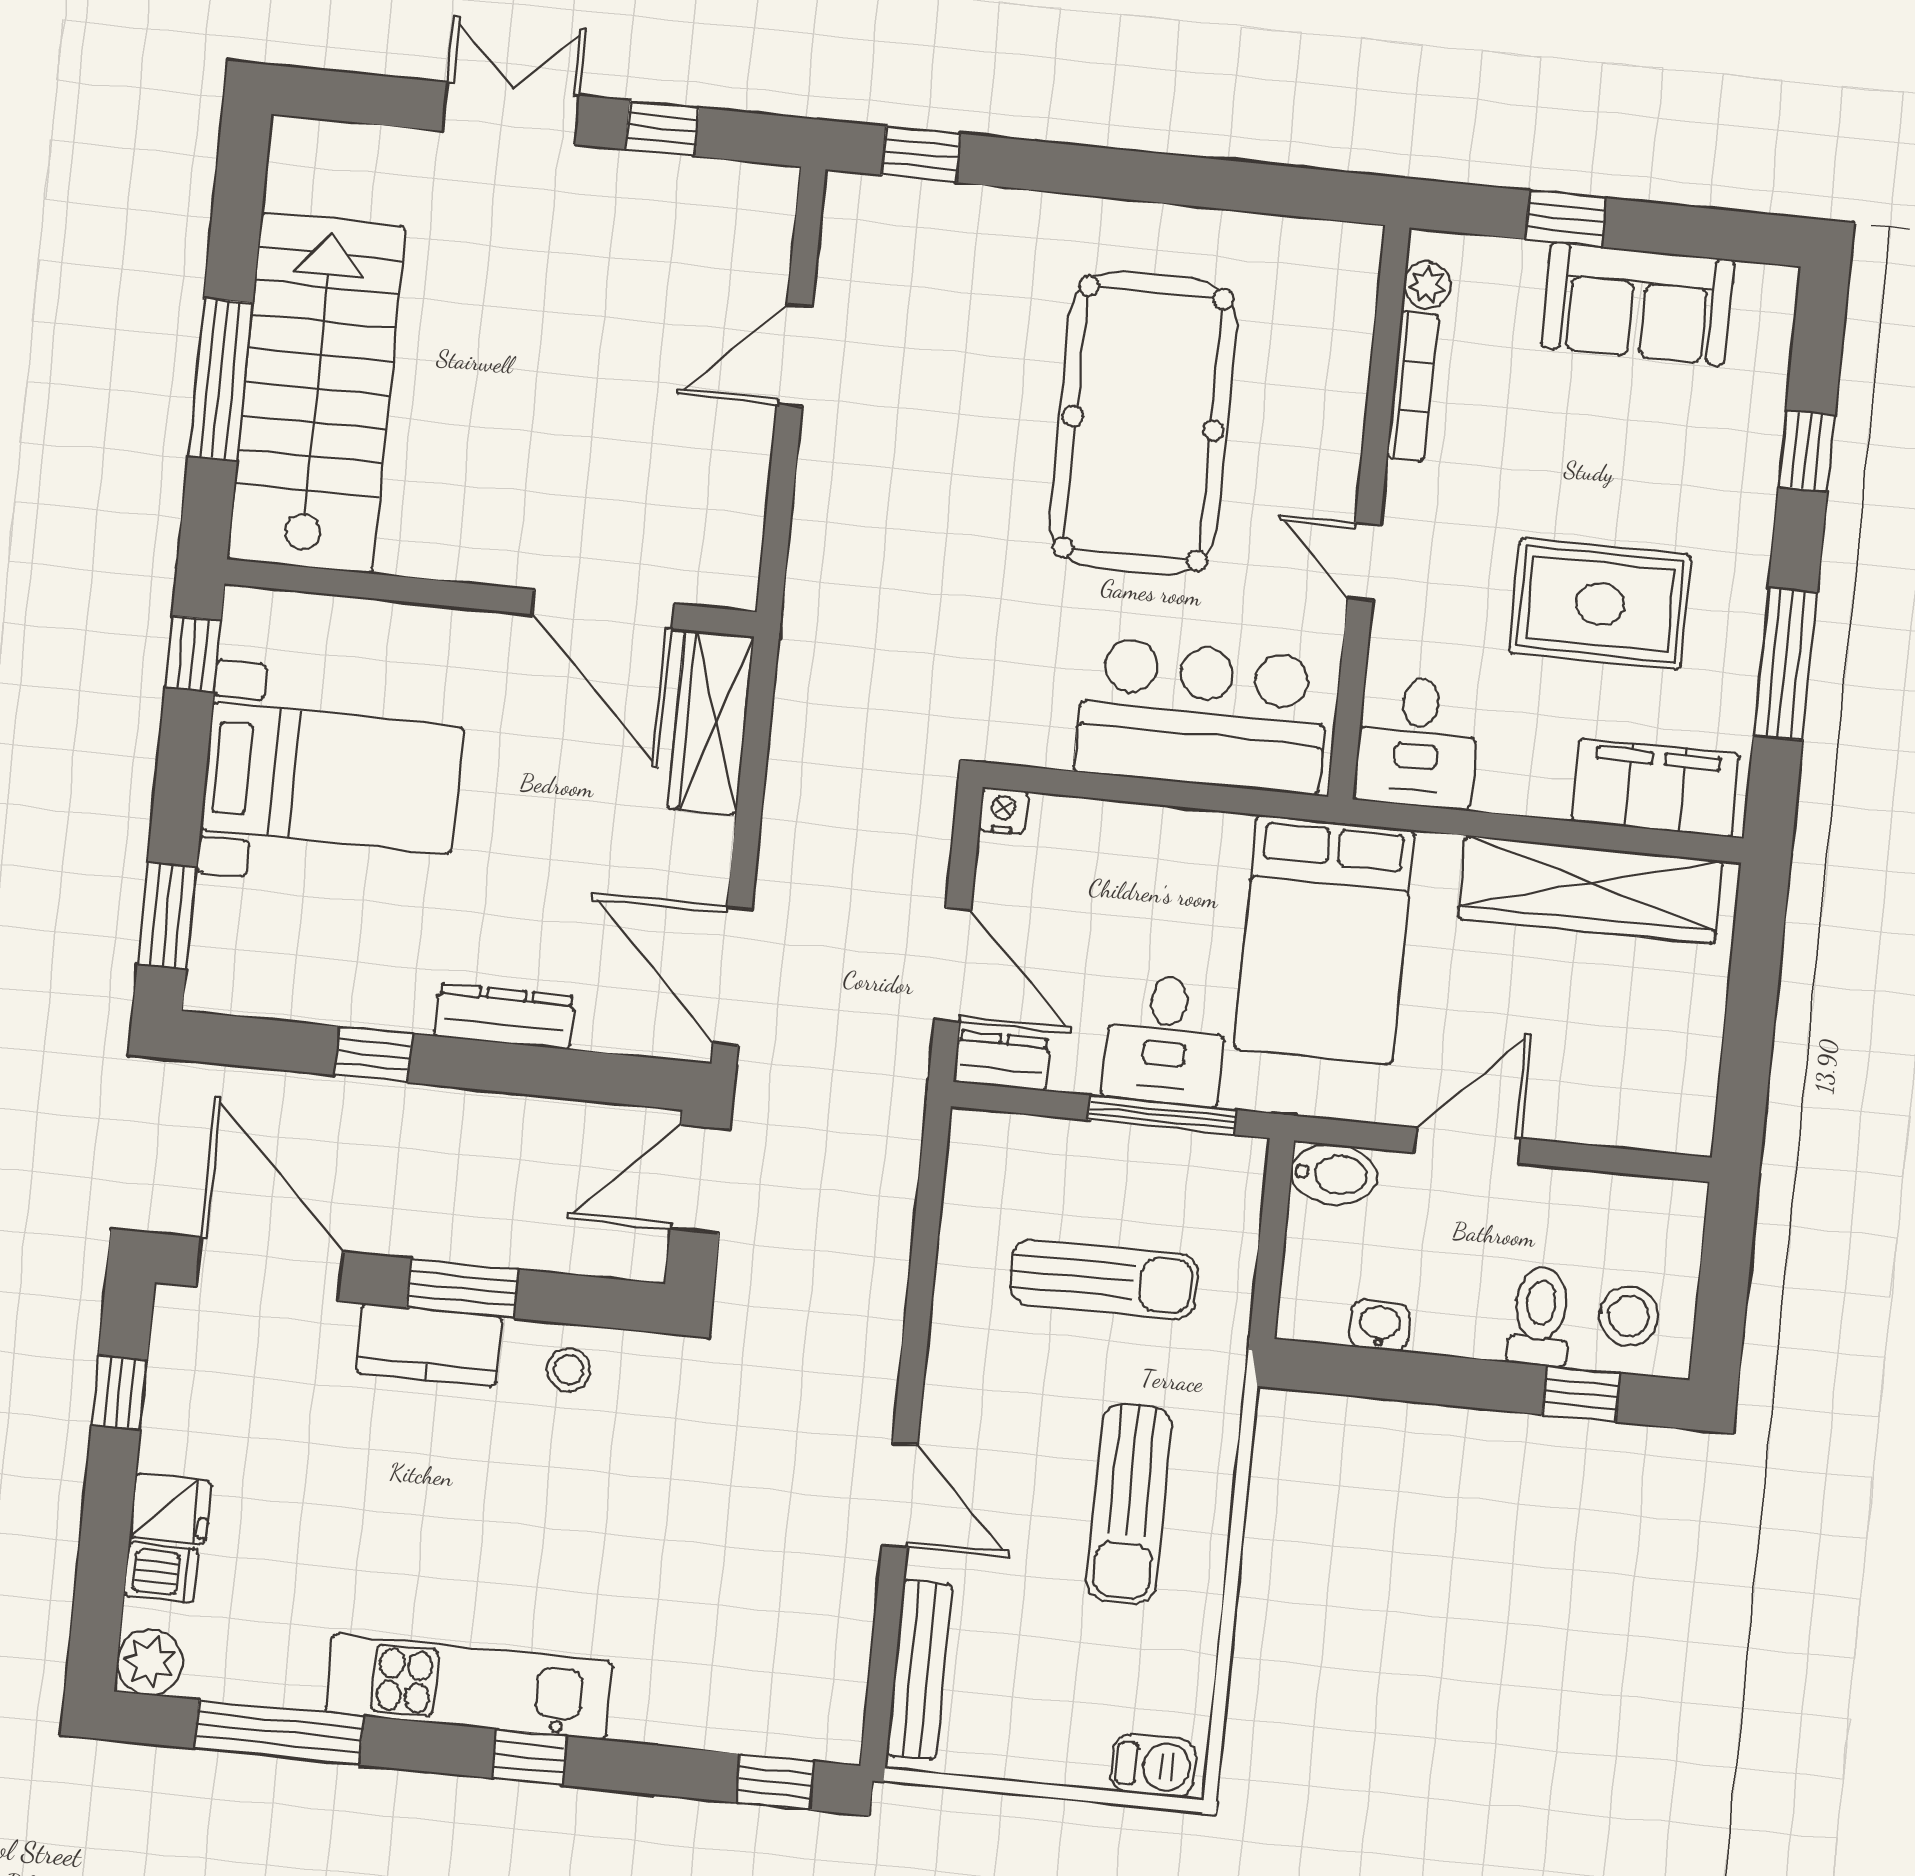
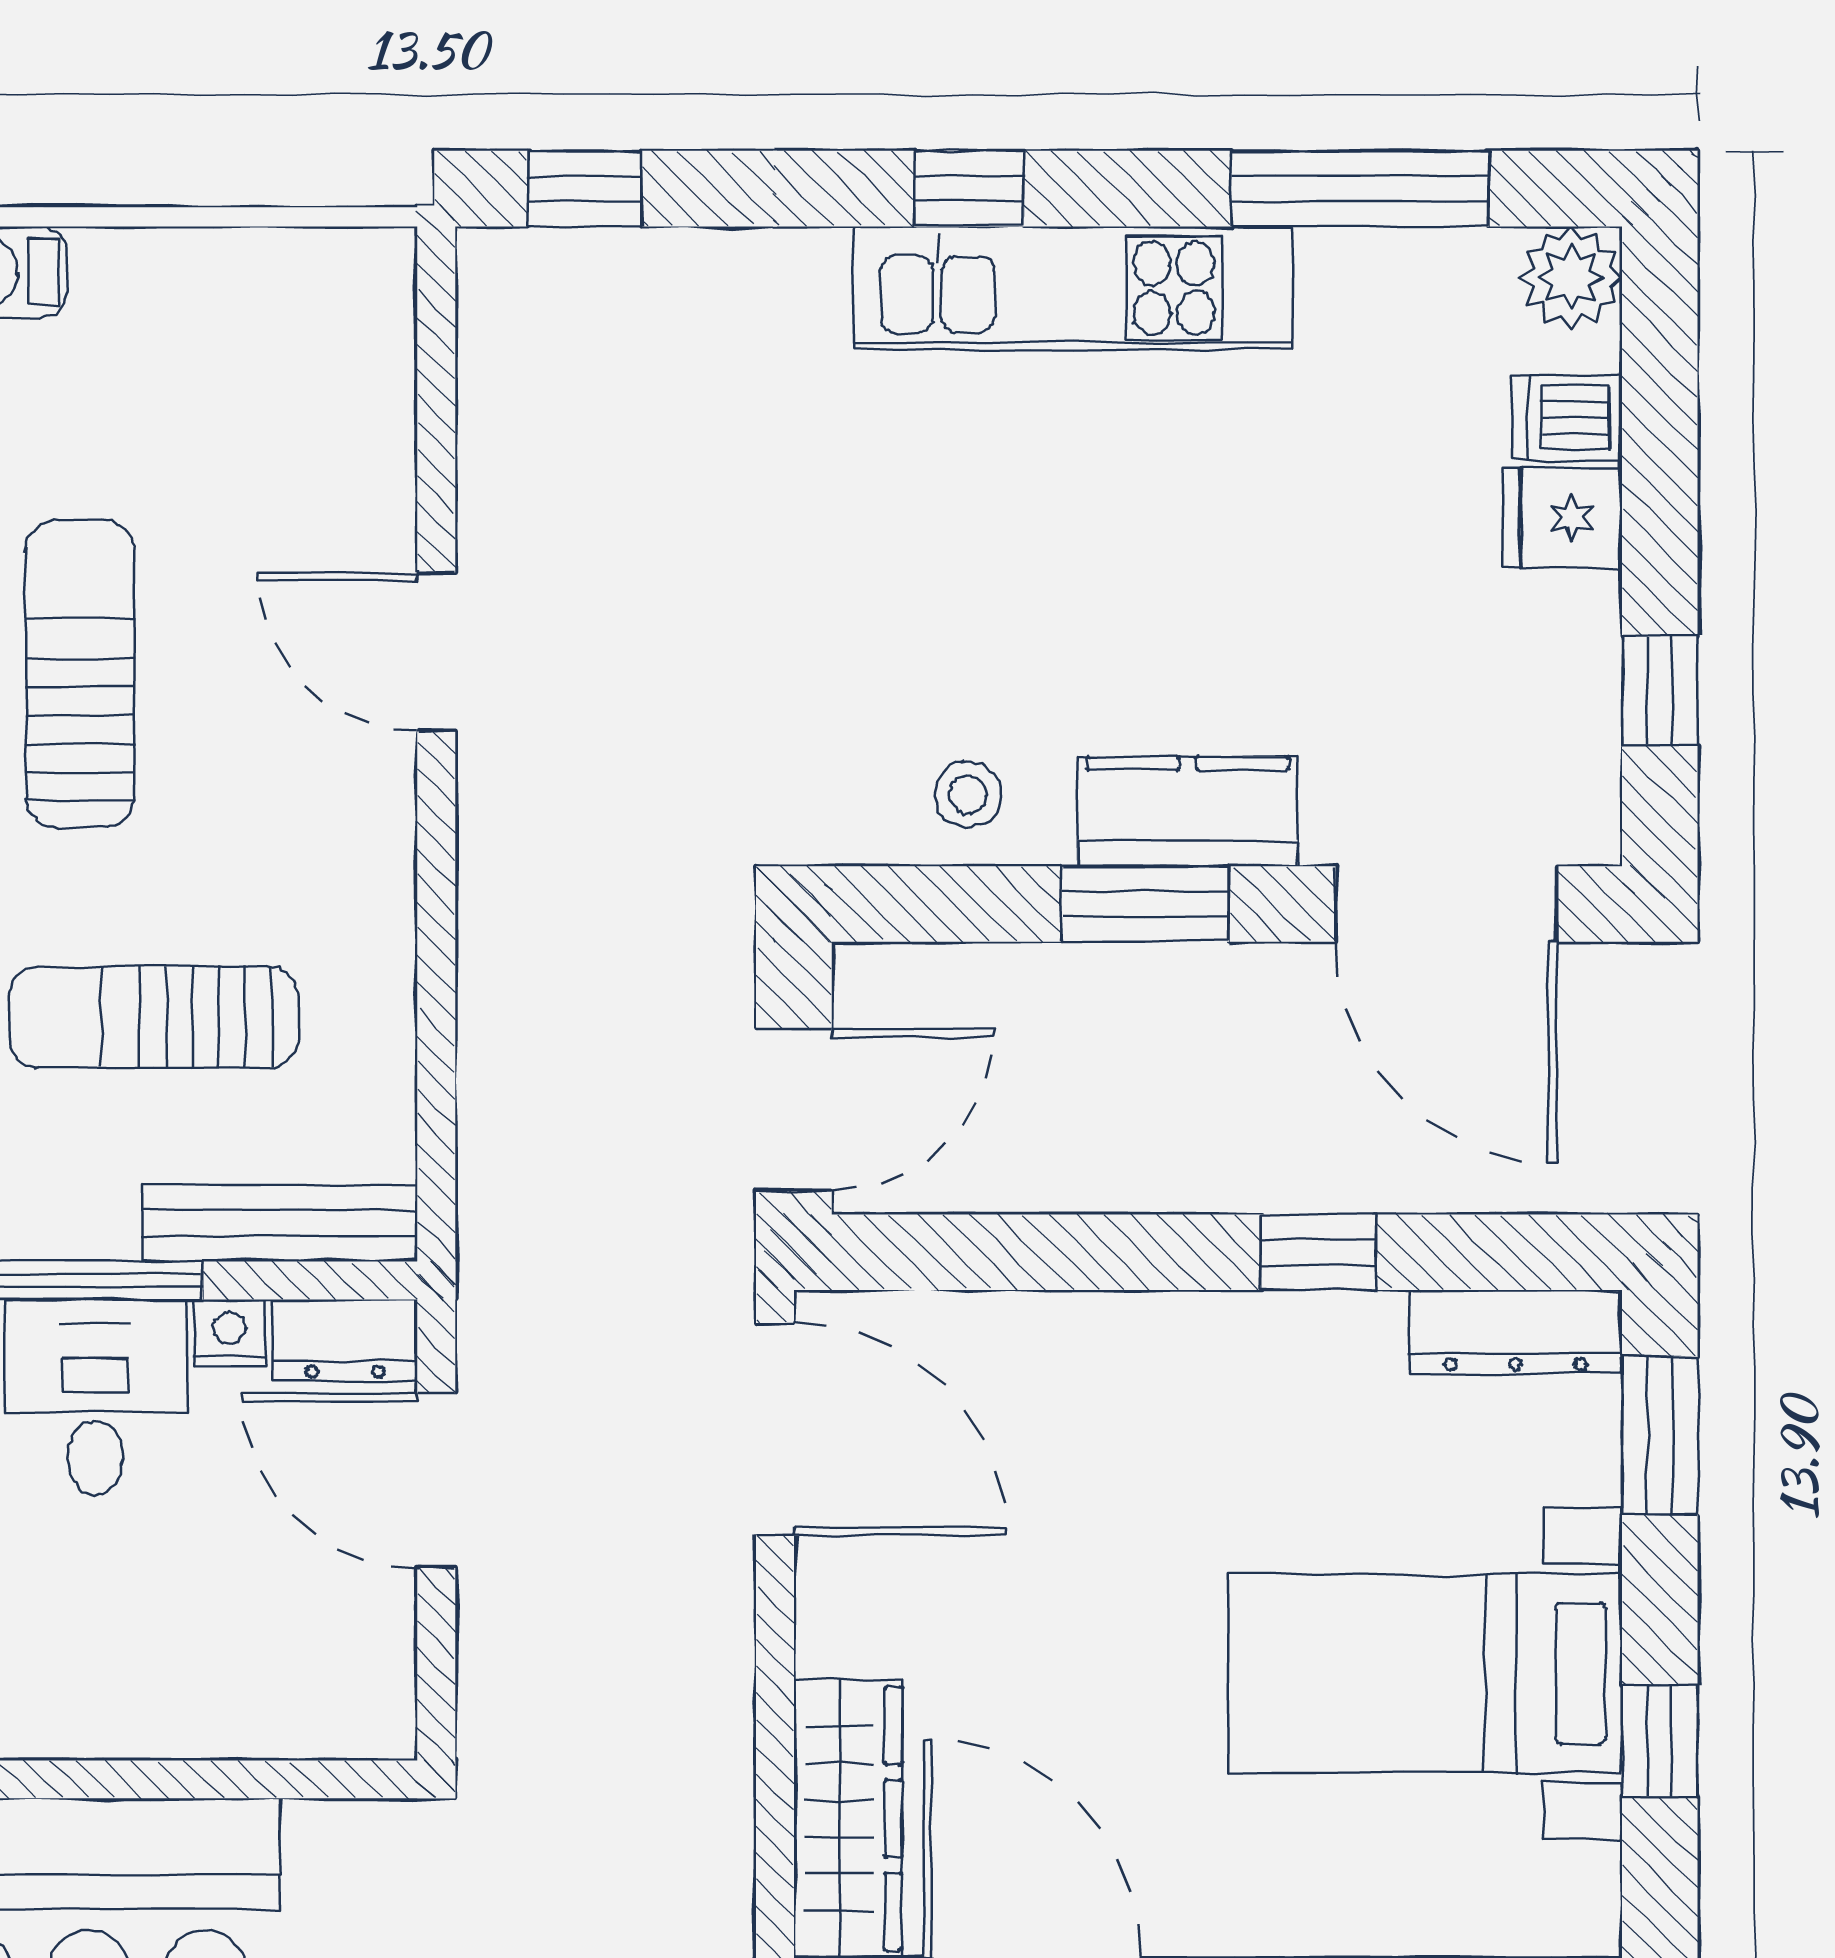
window: (193, 654) -> (1660, 1741), moved
nightstand: (1003, 811) -> (230, 1333), moved, turned 180
dresser: (504, 1016) -> (1516, 1332), moved
bench: (919, 1670) -> (280, 1223), moved, turned 90

